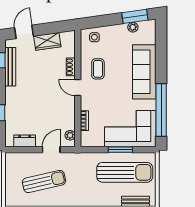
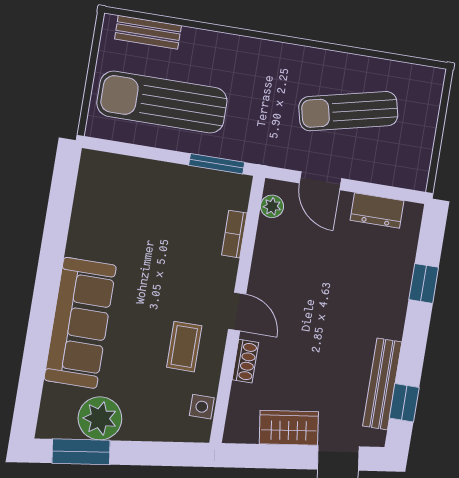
plant: (133, 27) -> (100, 418), width x1.88, depth x1.88
side table: (94, 37) -> (202, 407), moved
window: (161, 110) -> (56, 230), removed
corner sofa: (130, 129) -> (133, 199), removed
door: (51, 150) -> (320, 181), hinge flipped
window: (120, 150) -> (217, 164), moved

